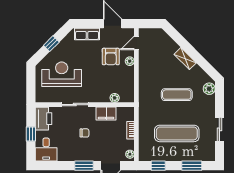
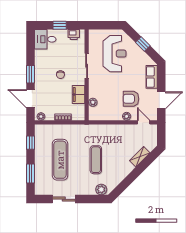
shelving: (185, 59) -> (140, 157), moved
printer: (44, 119) -> (74, 34), width x0.53, depth x0.68

